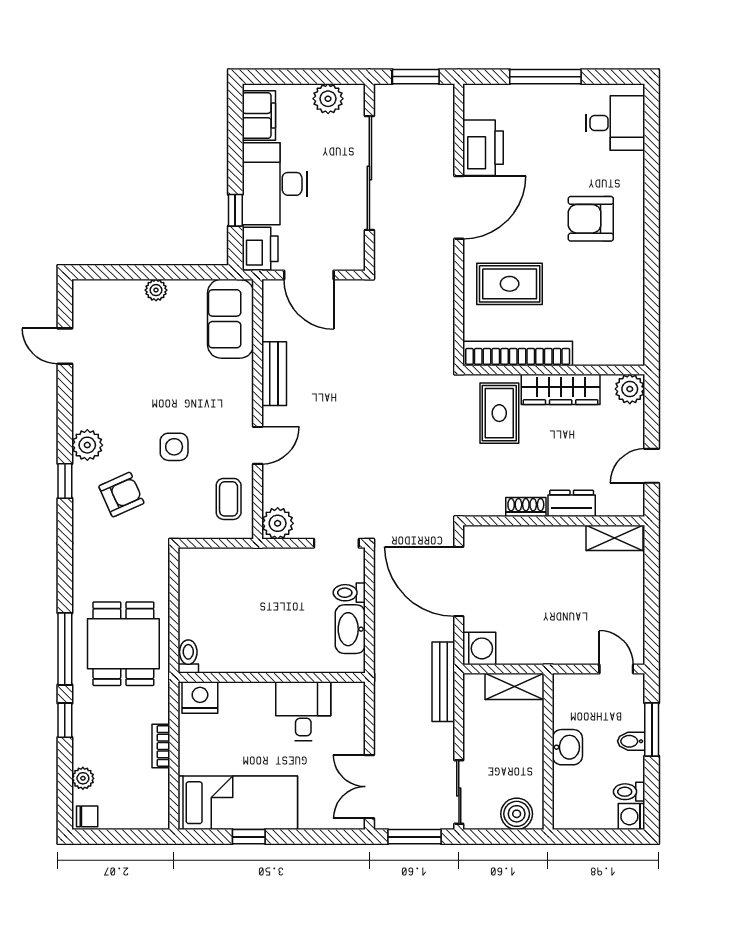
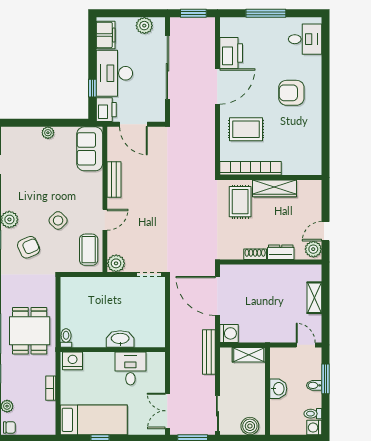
plant: (630, 389) -> (313, 249), moved
side table: (174, 447) -> (58, 220), turned 45
coffee table: (229, 499) -> (89, 250), width x1.36, depth x1.30
shelving: (614, 538) -> (314, 298), moved, turned 90
toilet: (349, 593) -> (156, 302), removed
washbasin: (350, 629) -> (120, 339), moved, turned 90

